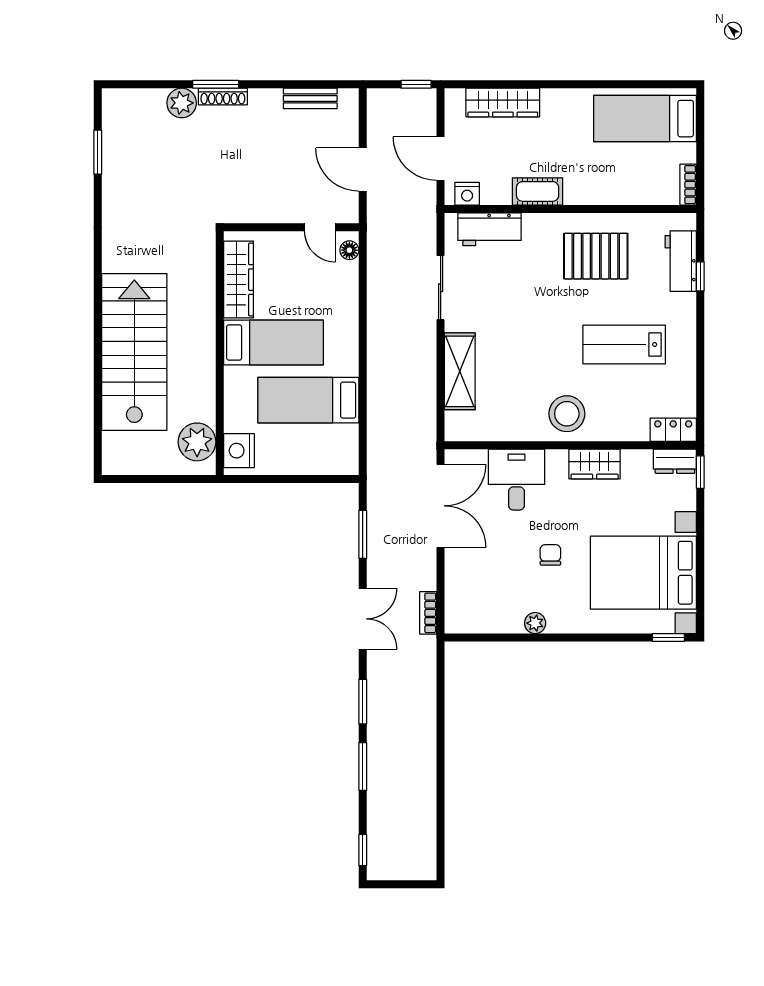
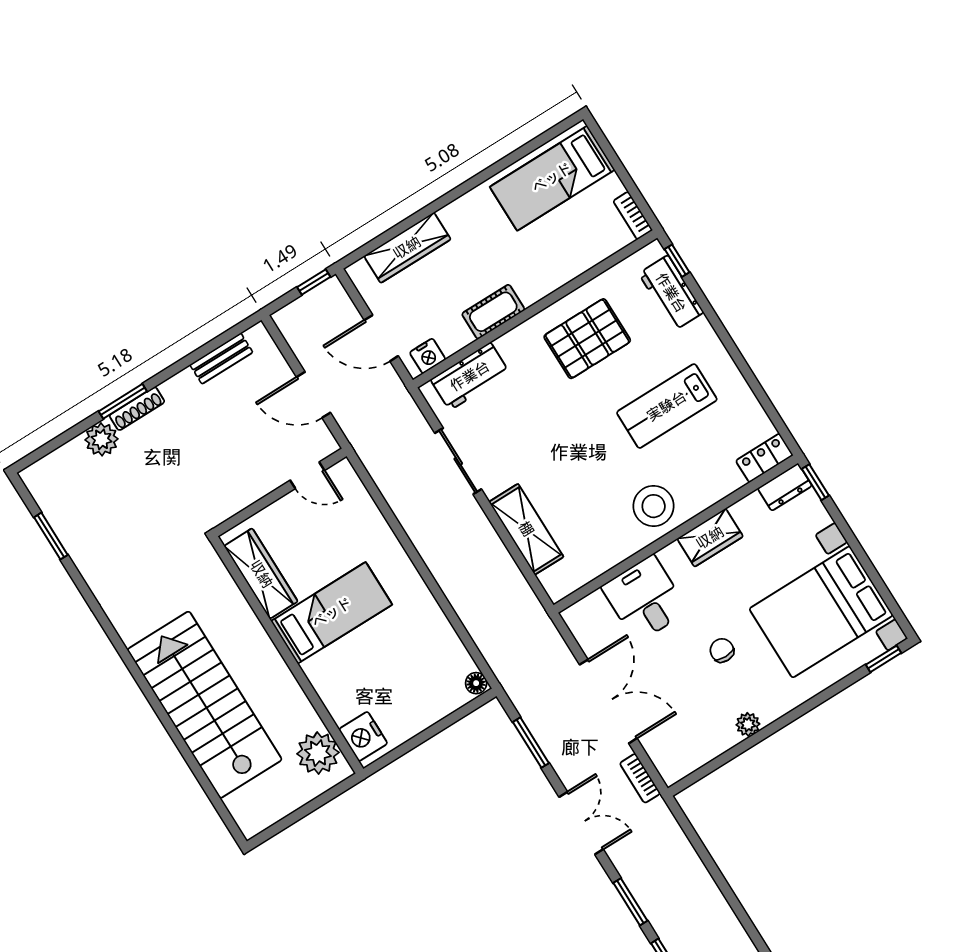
floor lamp: (349, 250) -> (476, 683), moved
window: (700, 276) -> (677, 261), moved
bed: (308, 400) -> (399, 647), removed
double door: (441, 506) -> (608, 701), moved

